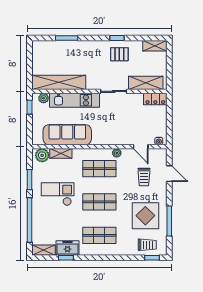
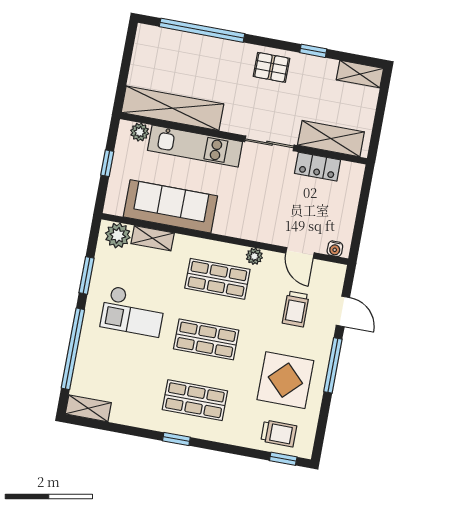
window: (67, 38) -> (202, 30), width x2.11
window: (117, 38) -> (313, 51), moved
pallet: (119, 54) -> (271, 67), moved
locker: (155, 99) -> (318, 167), moved
window: (29, 107) -> (107, 163), moved
checkout: (58, 194) -> (133, 311), turned 180
window: (169, 221) -> (333, 365), moved
freezer: (67, 248) -> (133, 413), removed
window: (66, 258) -> (176, 439), moved

